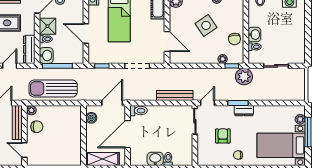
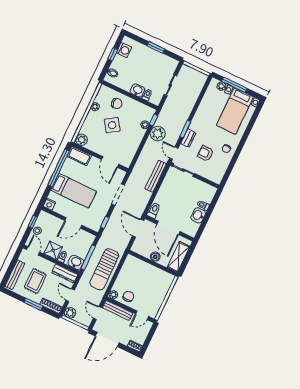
window: (308, 32) -> (156, 47), added
chair: (234, 39) -> (117, 104), moved
door: (167, 41) -> (110, 162), swing flipped
plant: (244, 77) -> (158, 133), moved
dresser: (244, 111) -> (188, 138), moved
boiler: (91, 118) -> (155, 257), moved

